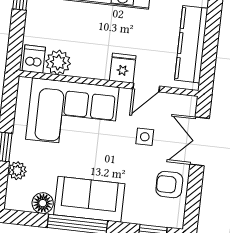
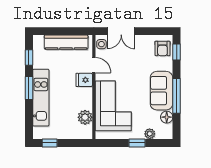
dishwasher: (34, 59) -> (85, 131), removed
side table: (145, 137) -> (101, 44), moved
armchair: (169, 185) -> (162, 48), moved

